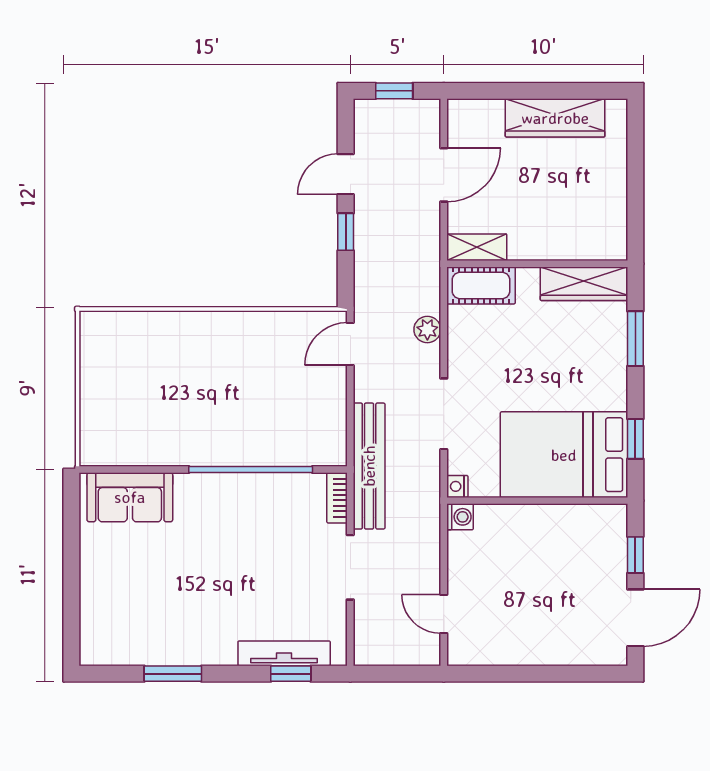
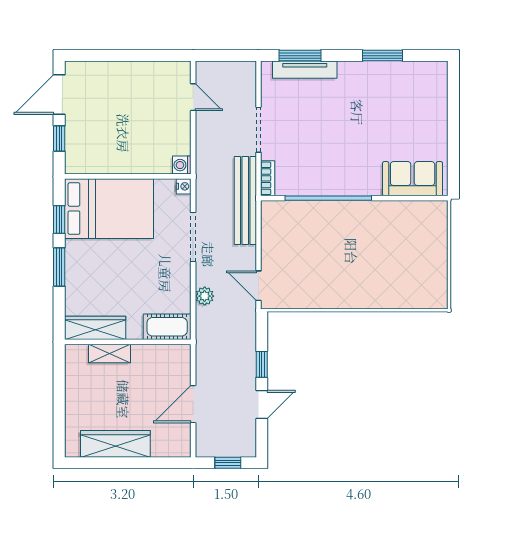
shelving: (477, 247) -> (109, 353), moved
window: (635, 339) -> (59, 267), moved
door: (350, 344) -> (258, 286), swing flipped
window: (291, 674) -> (300, 56), width x1.50

